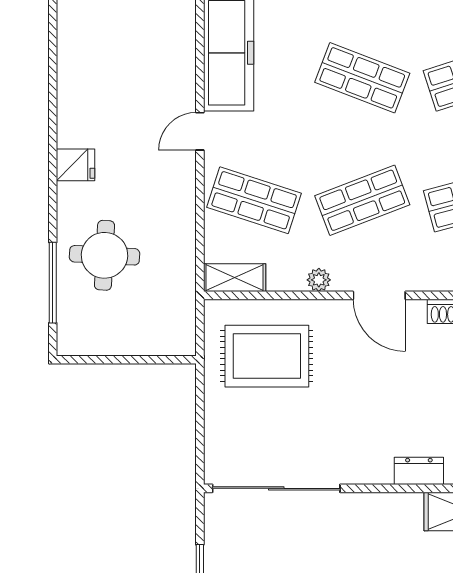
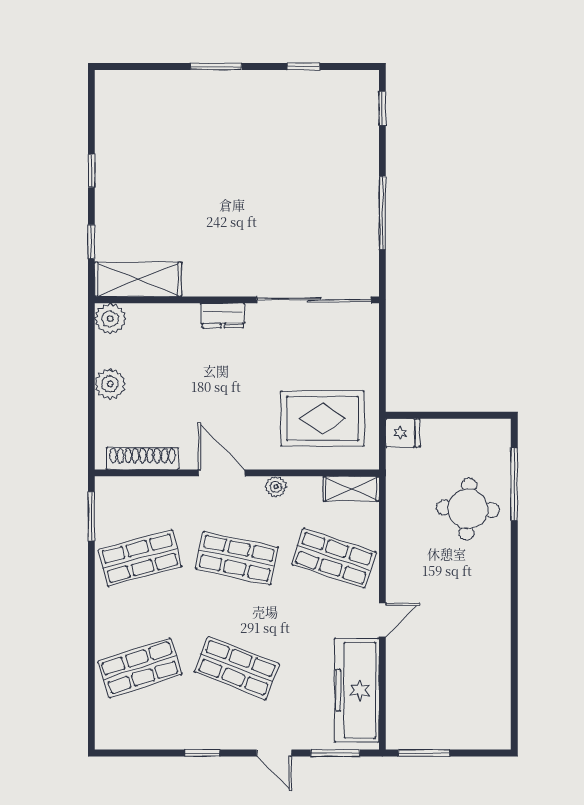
fridge: (76, 165) -> (403, 433), moved, turned 180
shop shelf: (362, 200) -> (237, 558), turned 33
dresser: (419, 471) -> (223, 316), moved

